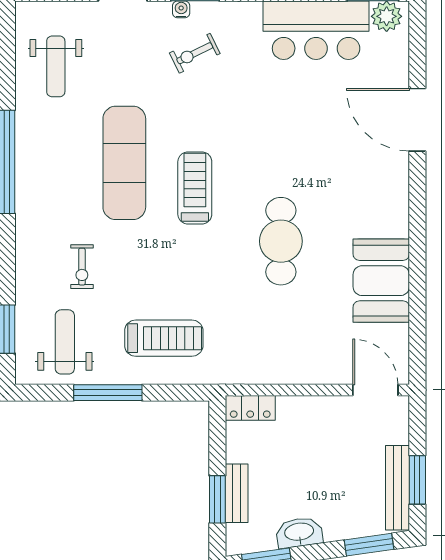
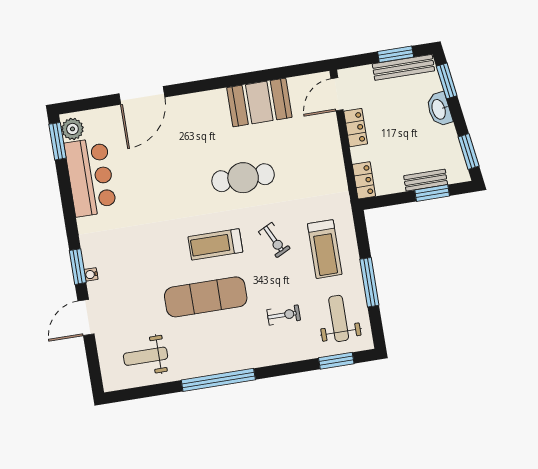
exercise bike: (195, 53) -> (274, 240), moved
weight bench: (56, 66) -> (146, 356), turned 180
treadmill: (164, 338) -> (325, 249), turned 180
weight bench: (65, 342) -> (339, 318), turned 90
locker: (325, 408) -> (356, 128), added
washbasin: (299, 532) -> (439, 109), moved

